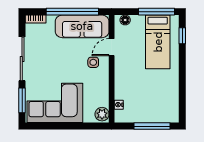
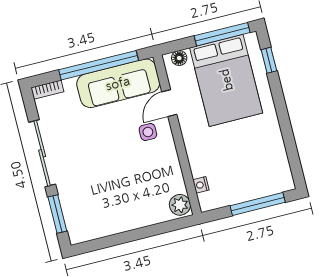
bed: (158, 42) -> (226, 80), width x1.50
corner sofa: (55, 103) -> (107, 206), removed

